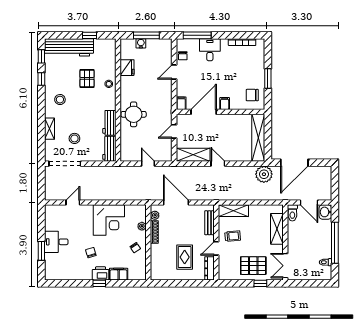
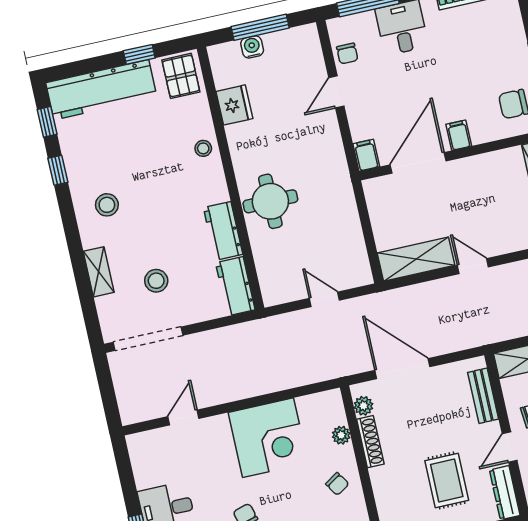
pallet: (87, 78) -> (181, 76), moved
door: (174, 131) -> (365, 218), removed

